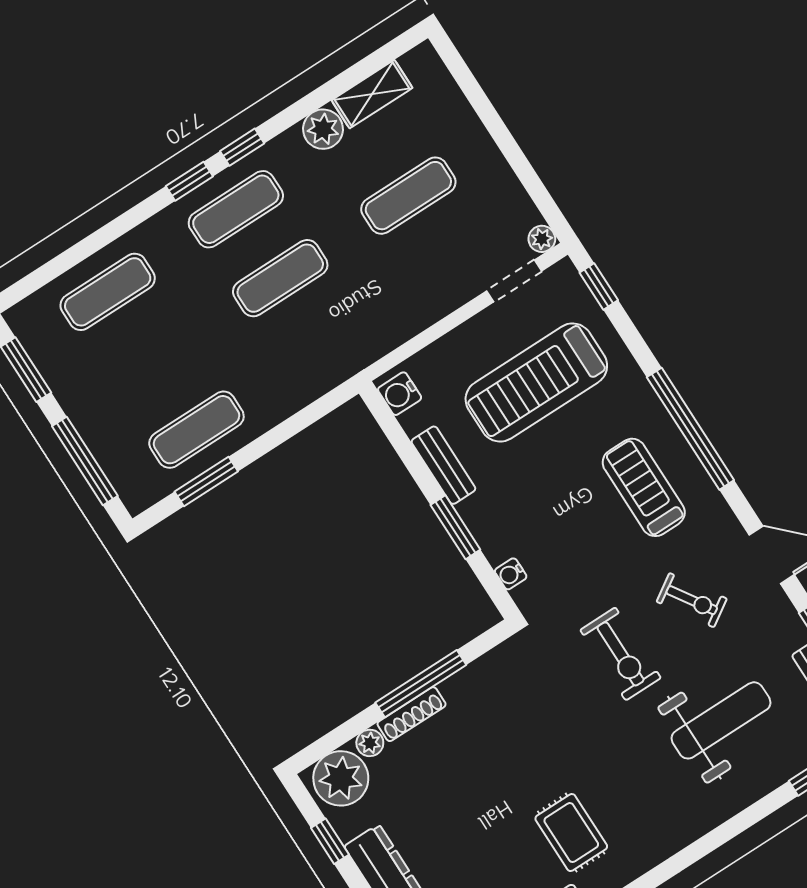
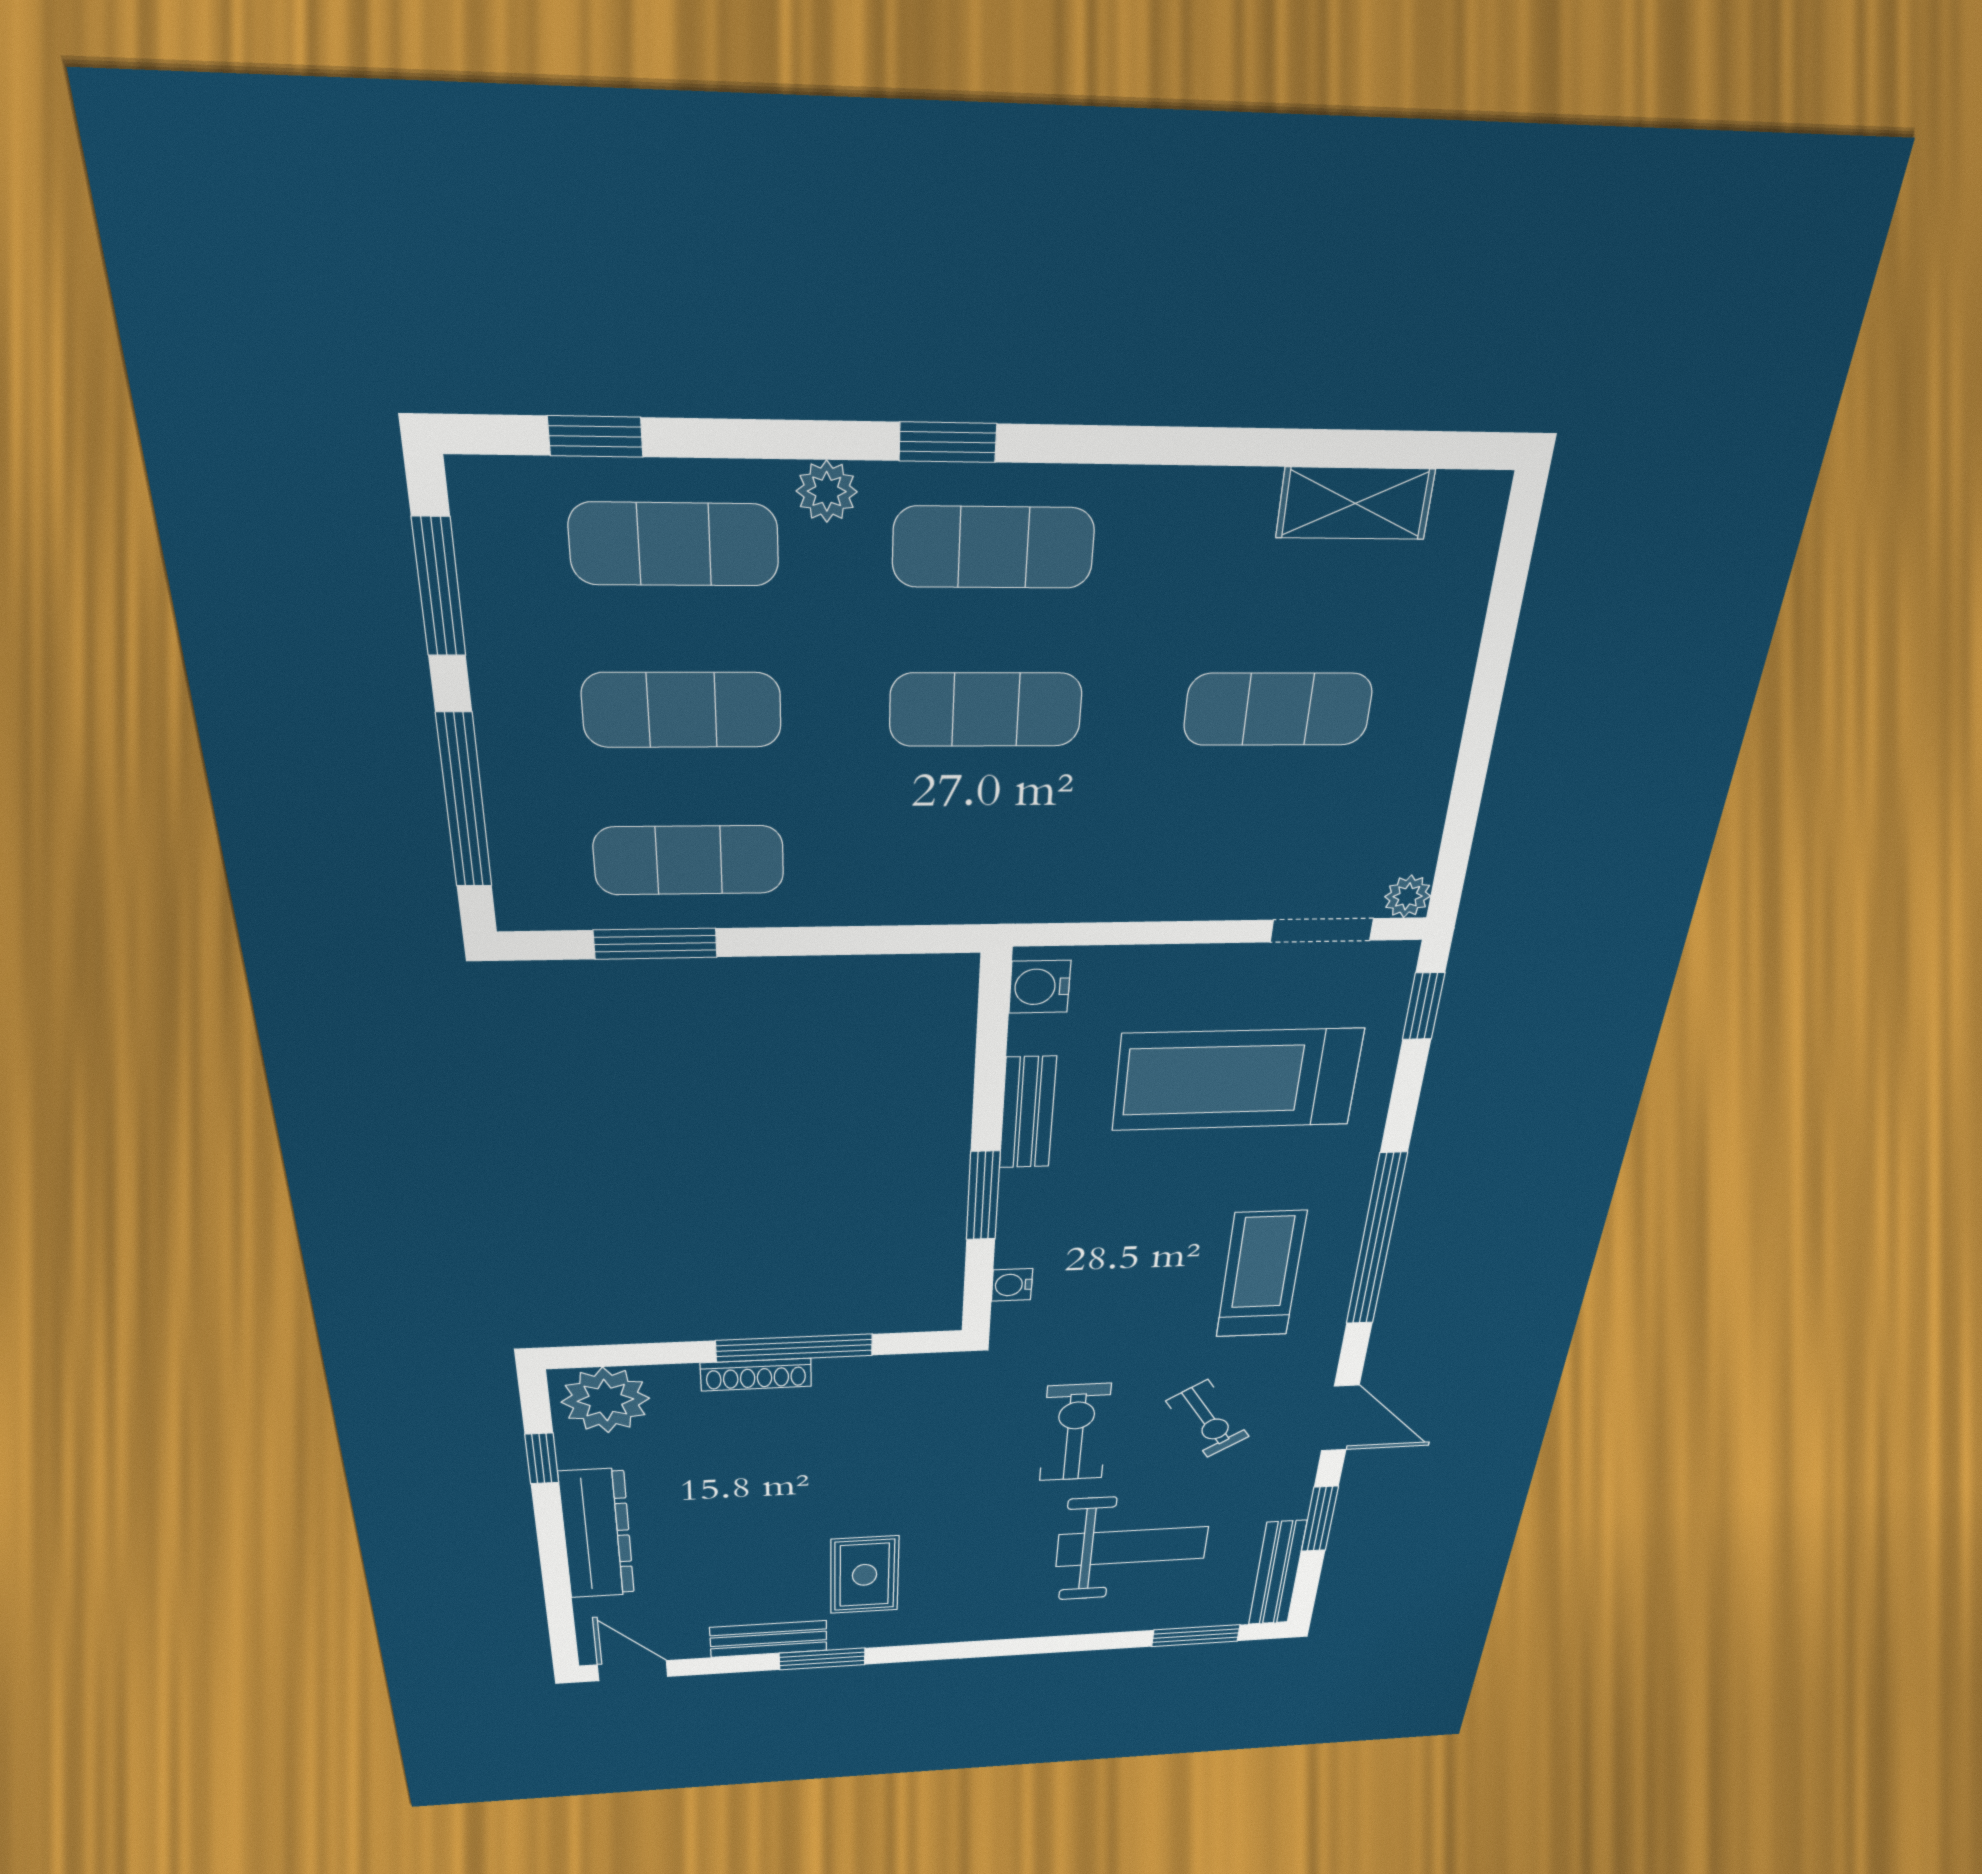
plant: (323, 129) -> (827, 491), moved, width x0.73, depth x0.73
window: (242, 147) -> (595, 436), moved
exercise mat: (152, 361) -> (682, 710), added
exercise bike: (621, 654) -> (1075, 1433), turned 180
plant: (370, 743) -> (675, 1380), removed

